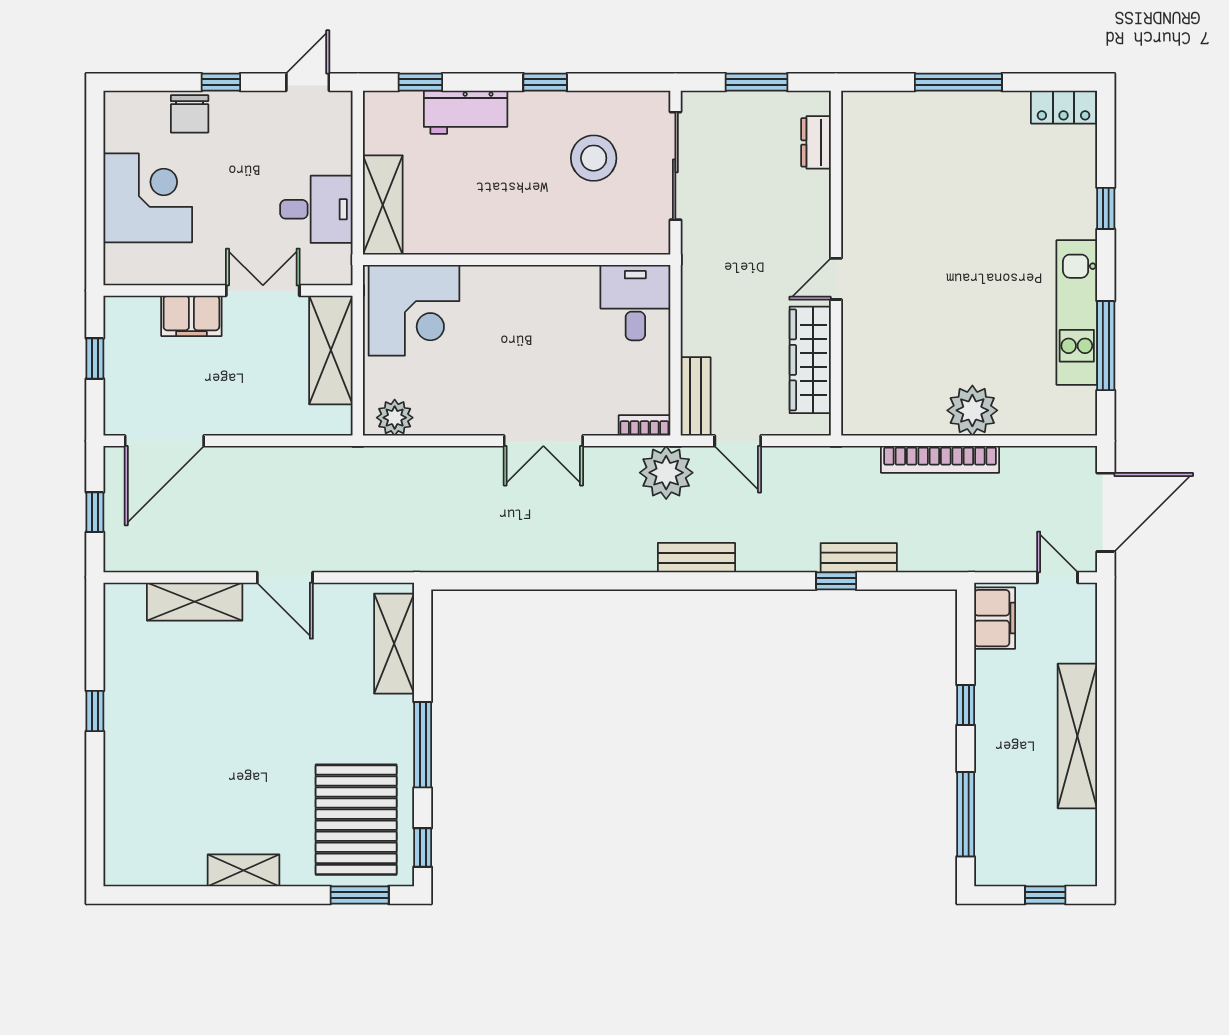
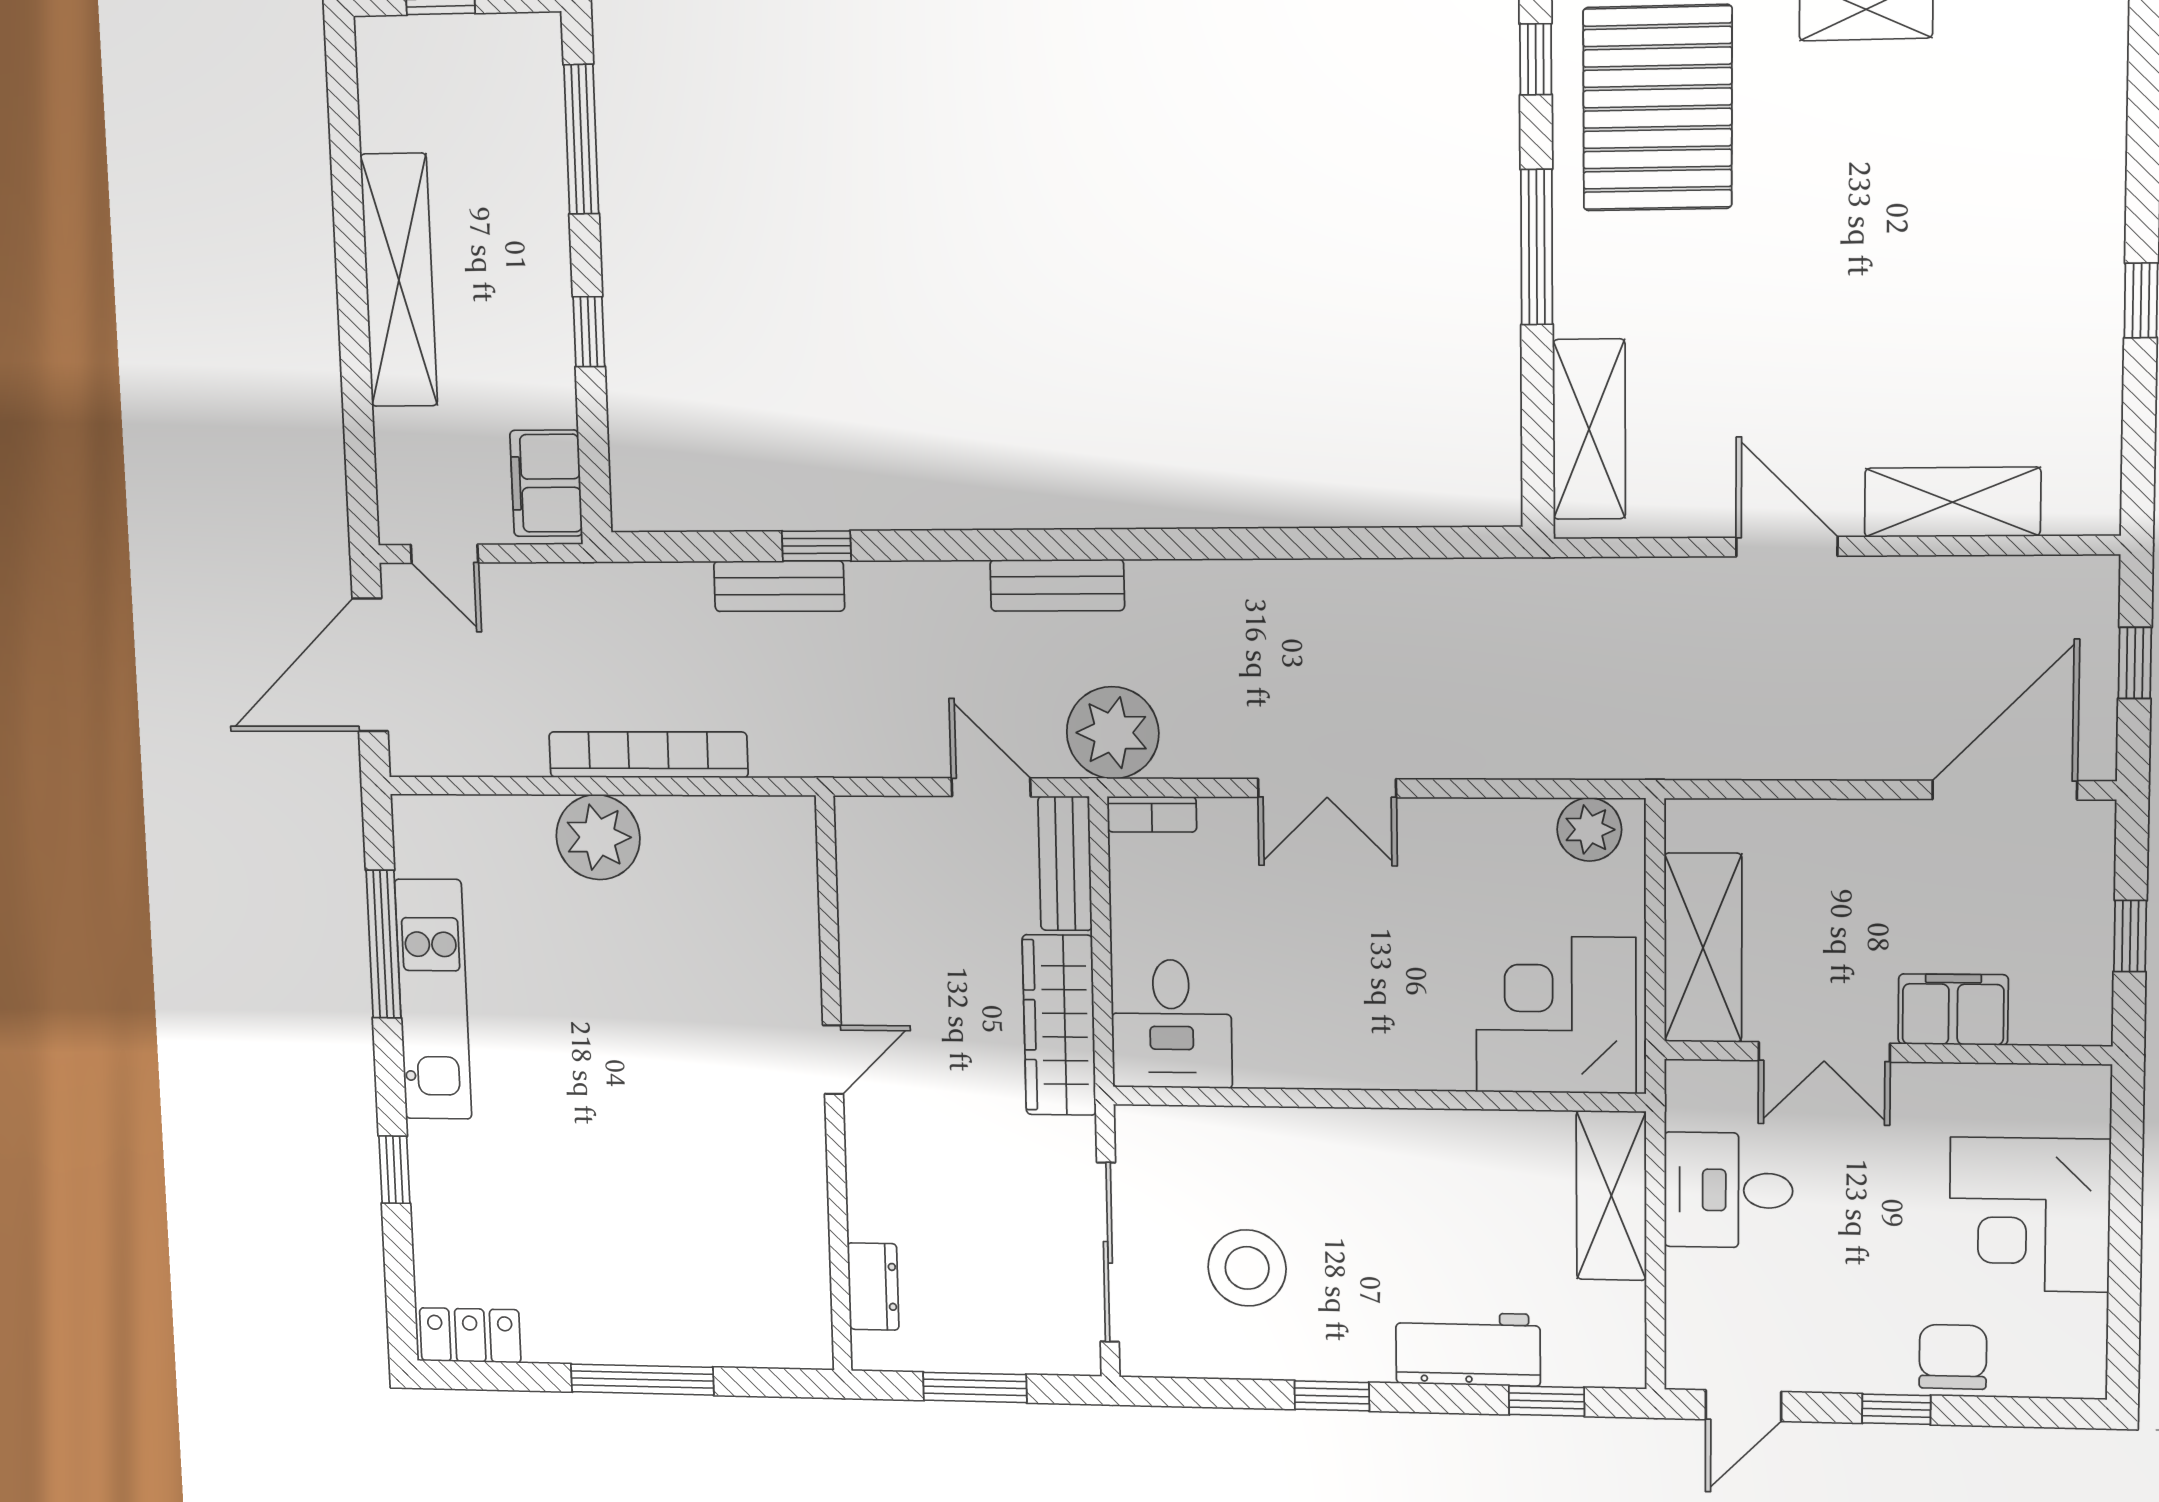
wardrobe: (810, 360) -> (1059, 1025), moved, turned 180
double door: (543, 441) -> (1327, 788), swing flipped

